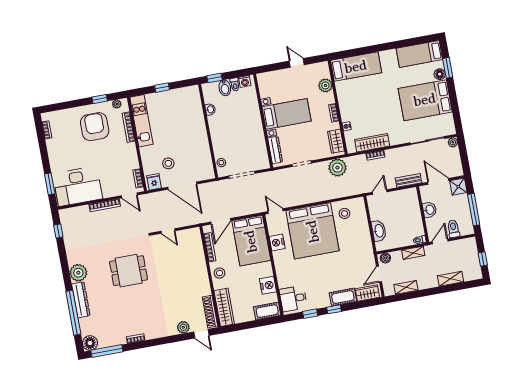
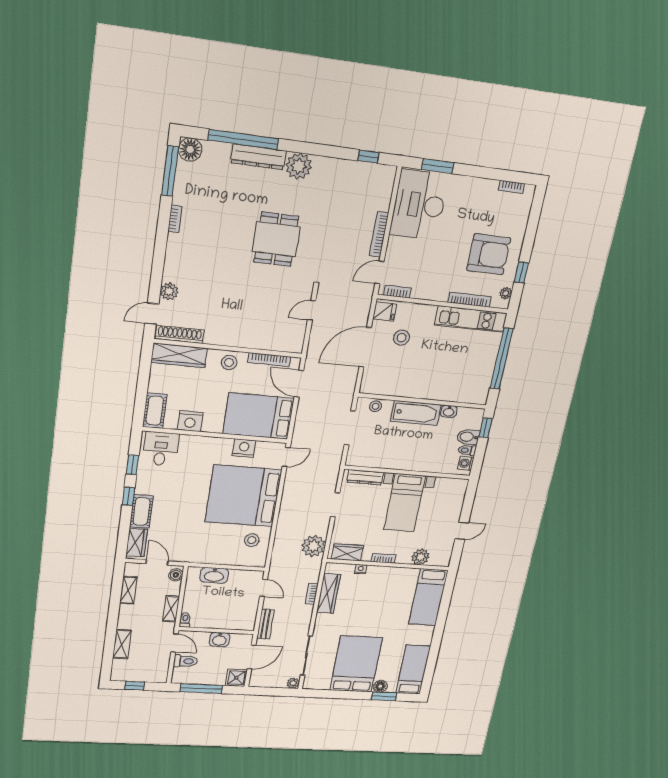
window: (162, 88) -> (502, 359), width x3.17
bathtub: (218, 132) -> (416, 413), added

